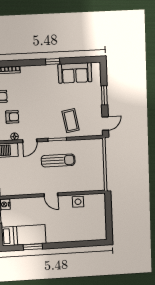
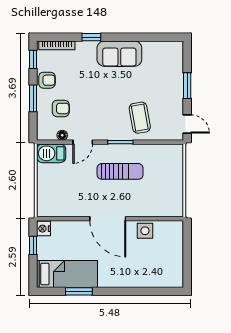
window: (53, 61) -> (91, 37), moved
sofa: (75, 73) -> (119, 54), moved
door: (105, 124) -> (187, 124), hinge flipped
door: (51, 195) -> (108, 219), width x1.88

